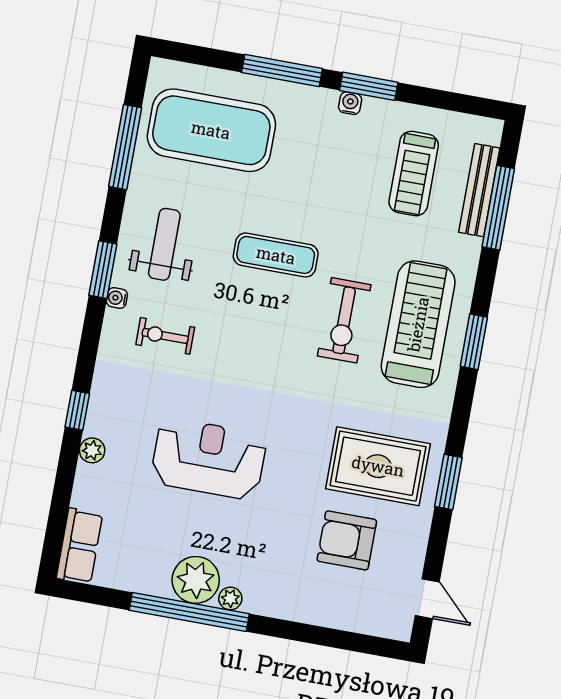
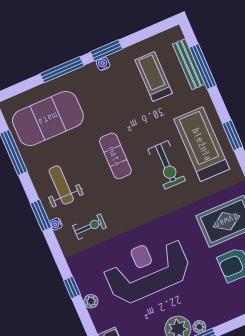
treadmill: (414, 174) -> (154, 77), turned 180
exercise mat: (276, 255) -> (115, 156), turned 90
exercise bike: (165, 336) -> (89, 227), turned 180
reception desk: (209, 459) -> (147, 270), width x1.36, depth x1.30

